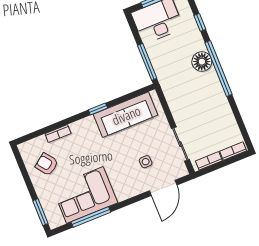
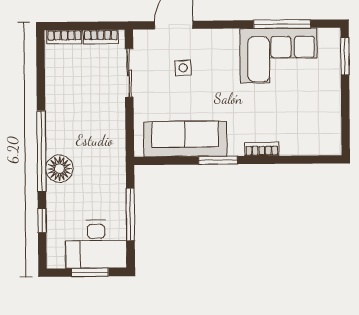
window: (147, 62) -> (130, 214), moved
window: (98, 109) -> (218, 160), width x1.50
bookcase: (58, 134) -> (262, 149), moved
armchair: (47, 164) -> (312, 115), removed

